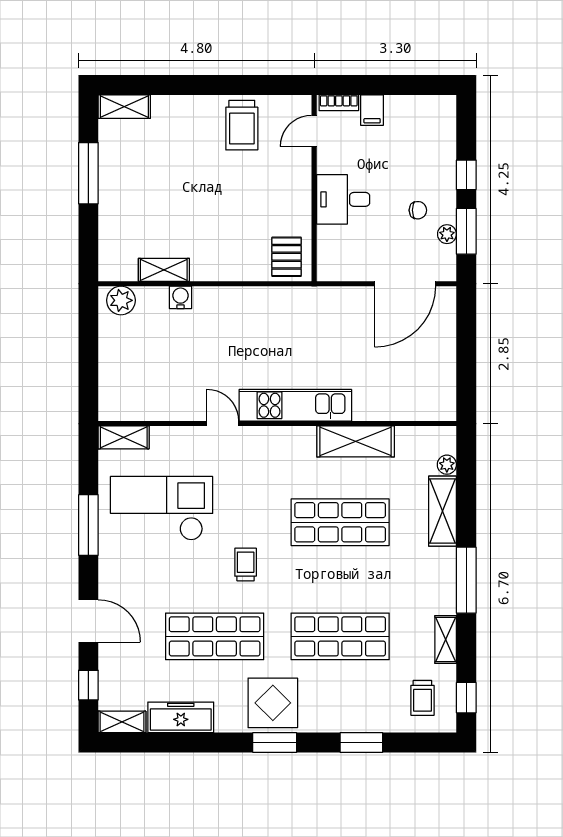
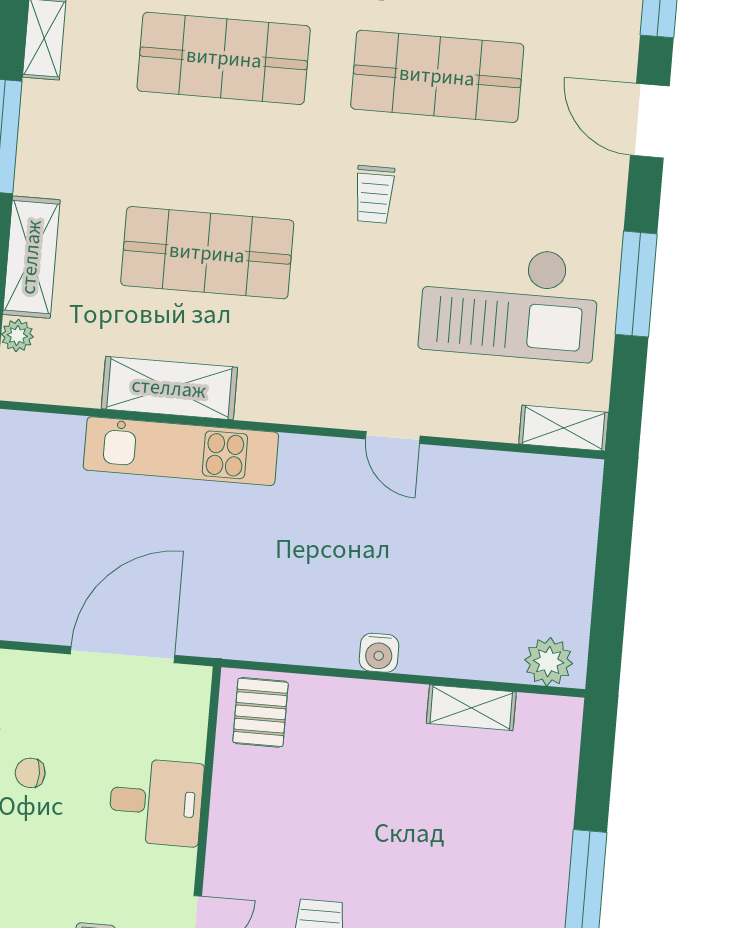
door: (405, 284) -> (123, 655), moved
water cooler: (181, 297) -> (379, 653), moved
kitchen unit: (295, 405) -> (181, 451), moved

